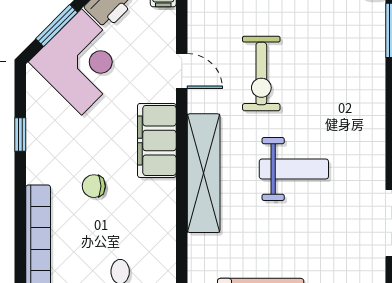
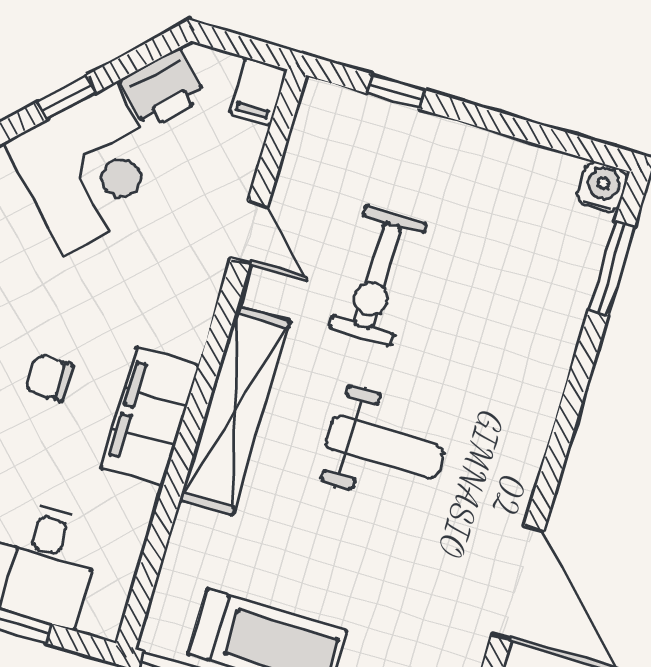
window: (57, 26) -> (67, 97), width x0.67
filing cabinet: (157, 140) -> (150, 417), moved

